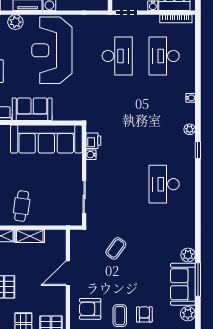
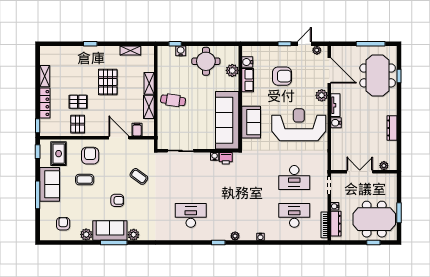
sofa: (32, 109) -> (251, 122), moved
filing cabinet: (58, 251) -> (137, 130), added
armchair: (144, 314) -> (117, 200), moved

